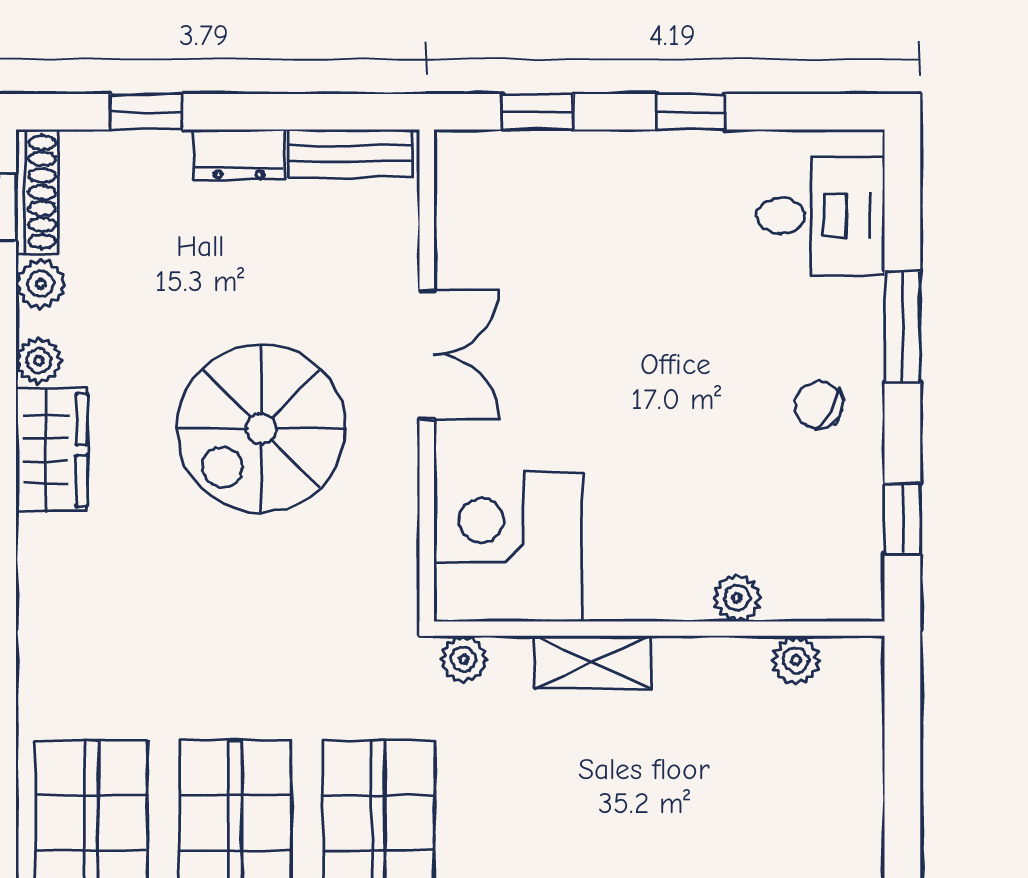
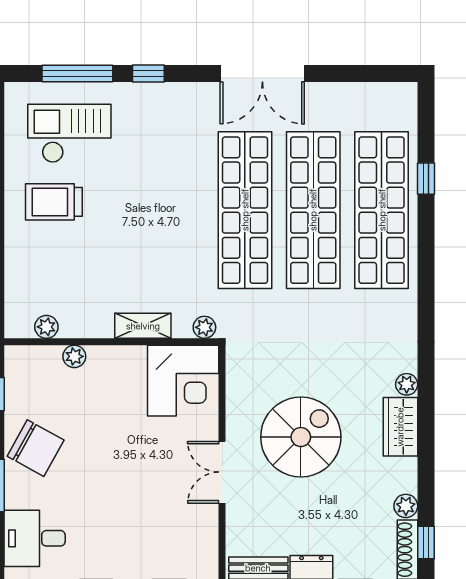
plant: (39, 361) -> (407, 384), moved
chair: (818, 405) -> (36, 448), width x1.87, depth x1.87

